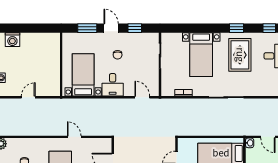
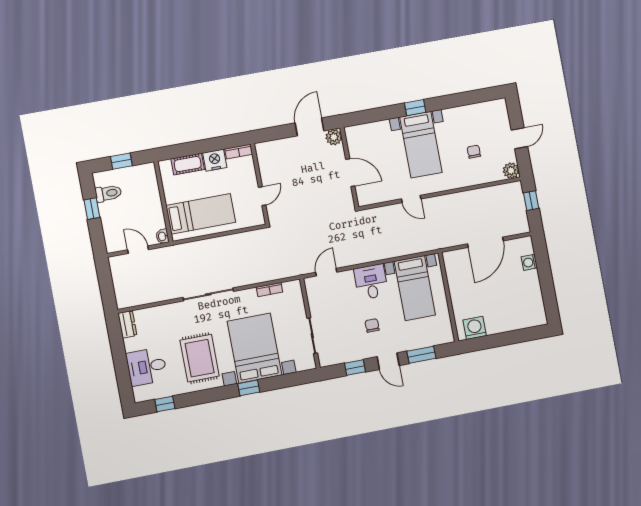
window: (237, 28) -> (249, 388), moved
washing machine: (12, 40) -> (475, 328), moved
bed with nightstands: (201, 55) -> (254, 348), width x1.36
door: (28, 97) -> (485, 242), width x1.88
door: (142, 97) -> (326, 272), swing flipped

